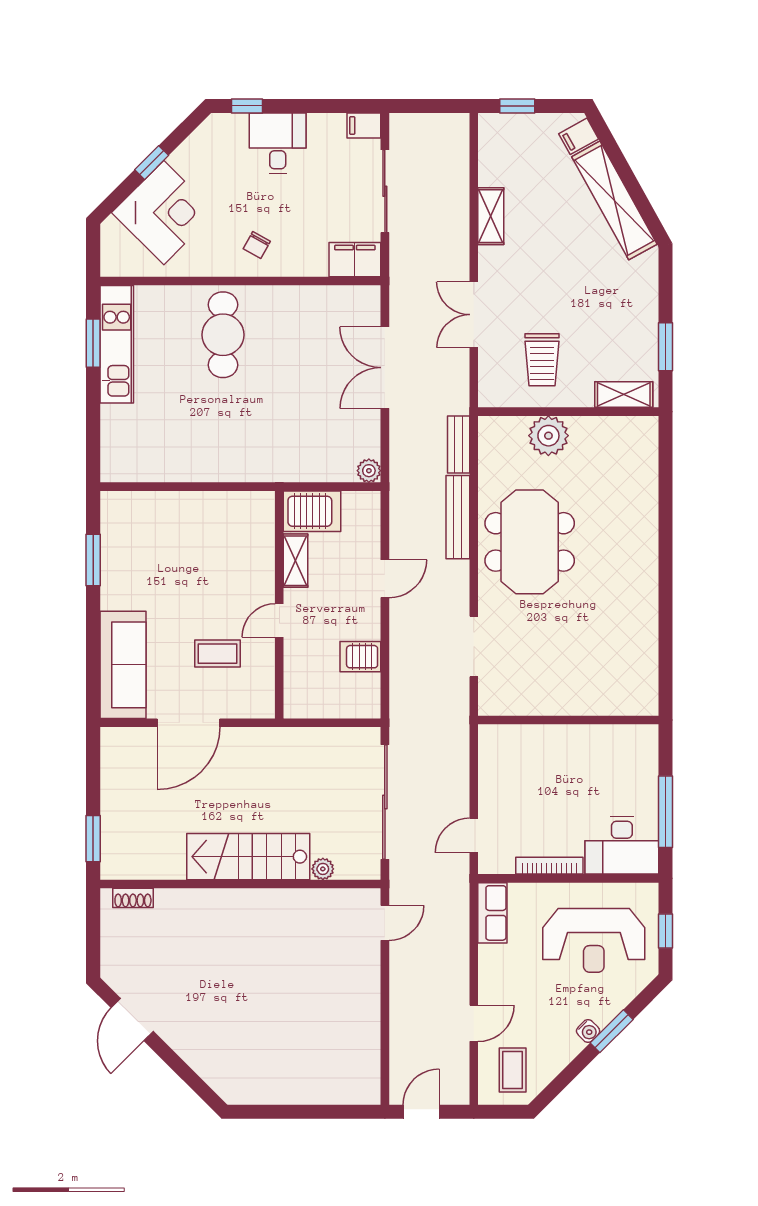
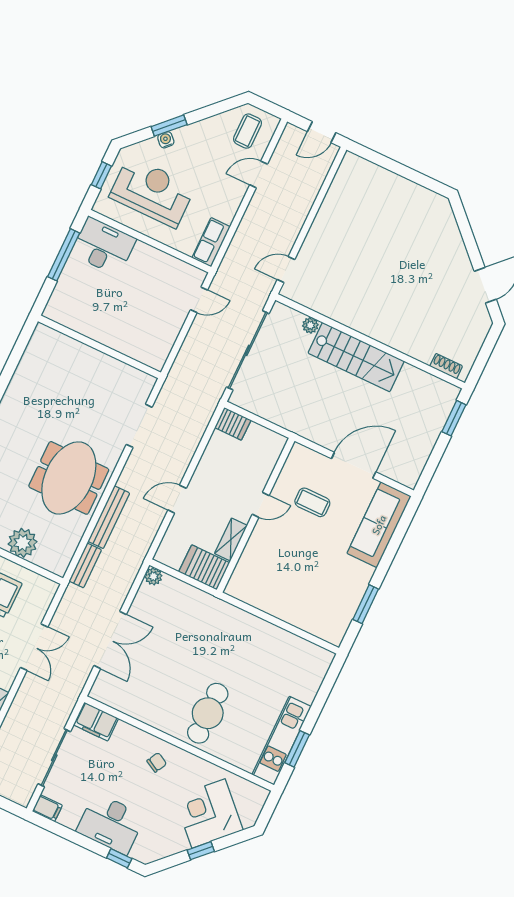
desk: (278, 143) -> (111, 824), width x1.37
server rack: (360, 657) -> (233, 424), moved
bookcase: (549, 866) -> (158, 256), removed
water cooler: (588, 1031) -> (166, 140), moved

